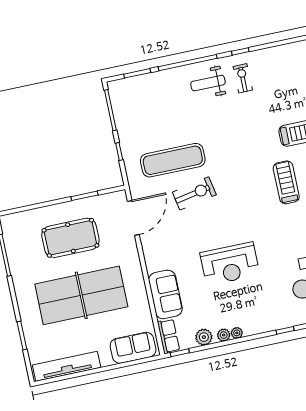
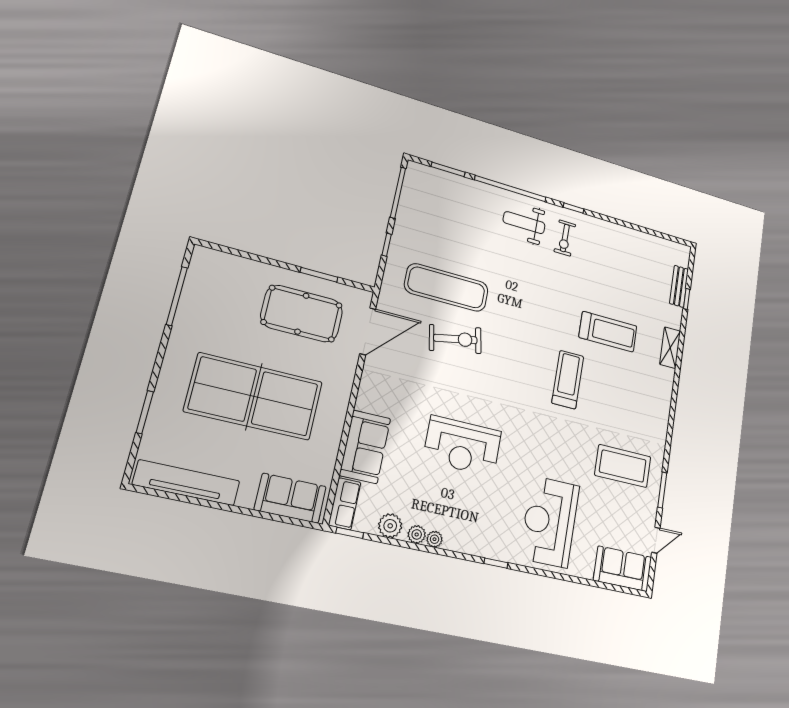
exercise bike: (243, 78) -> (565, 238), turned 180
pool table: (70, 238) -> (302, 314), moved

